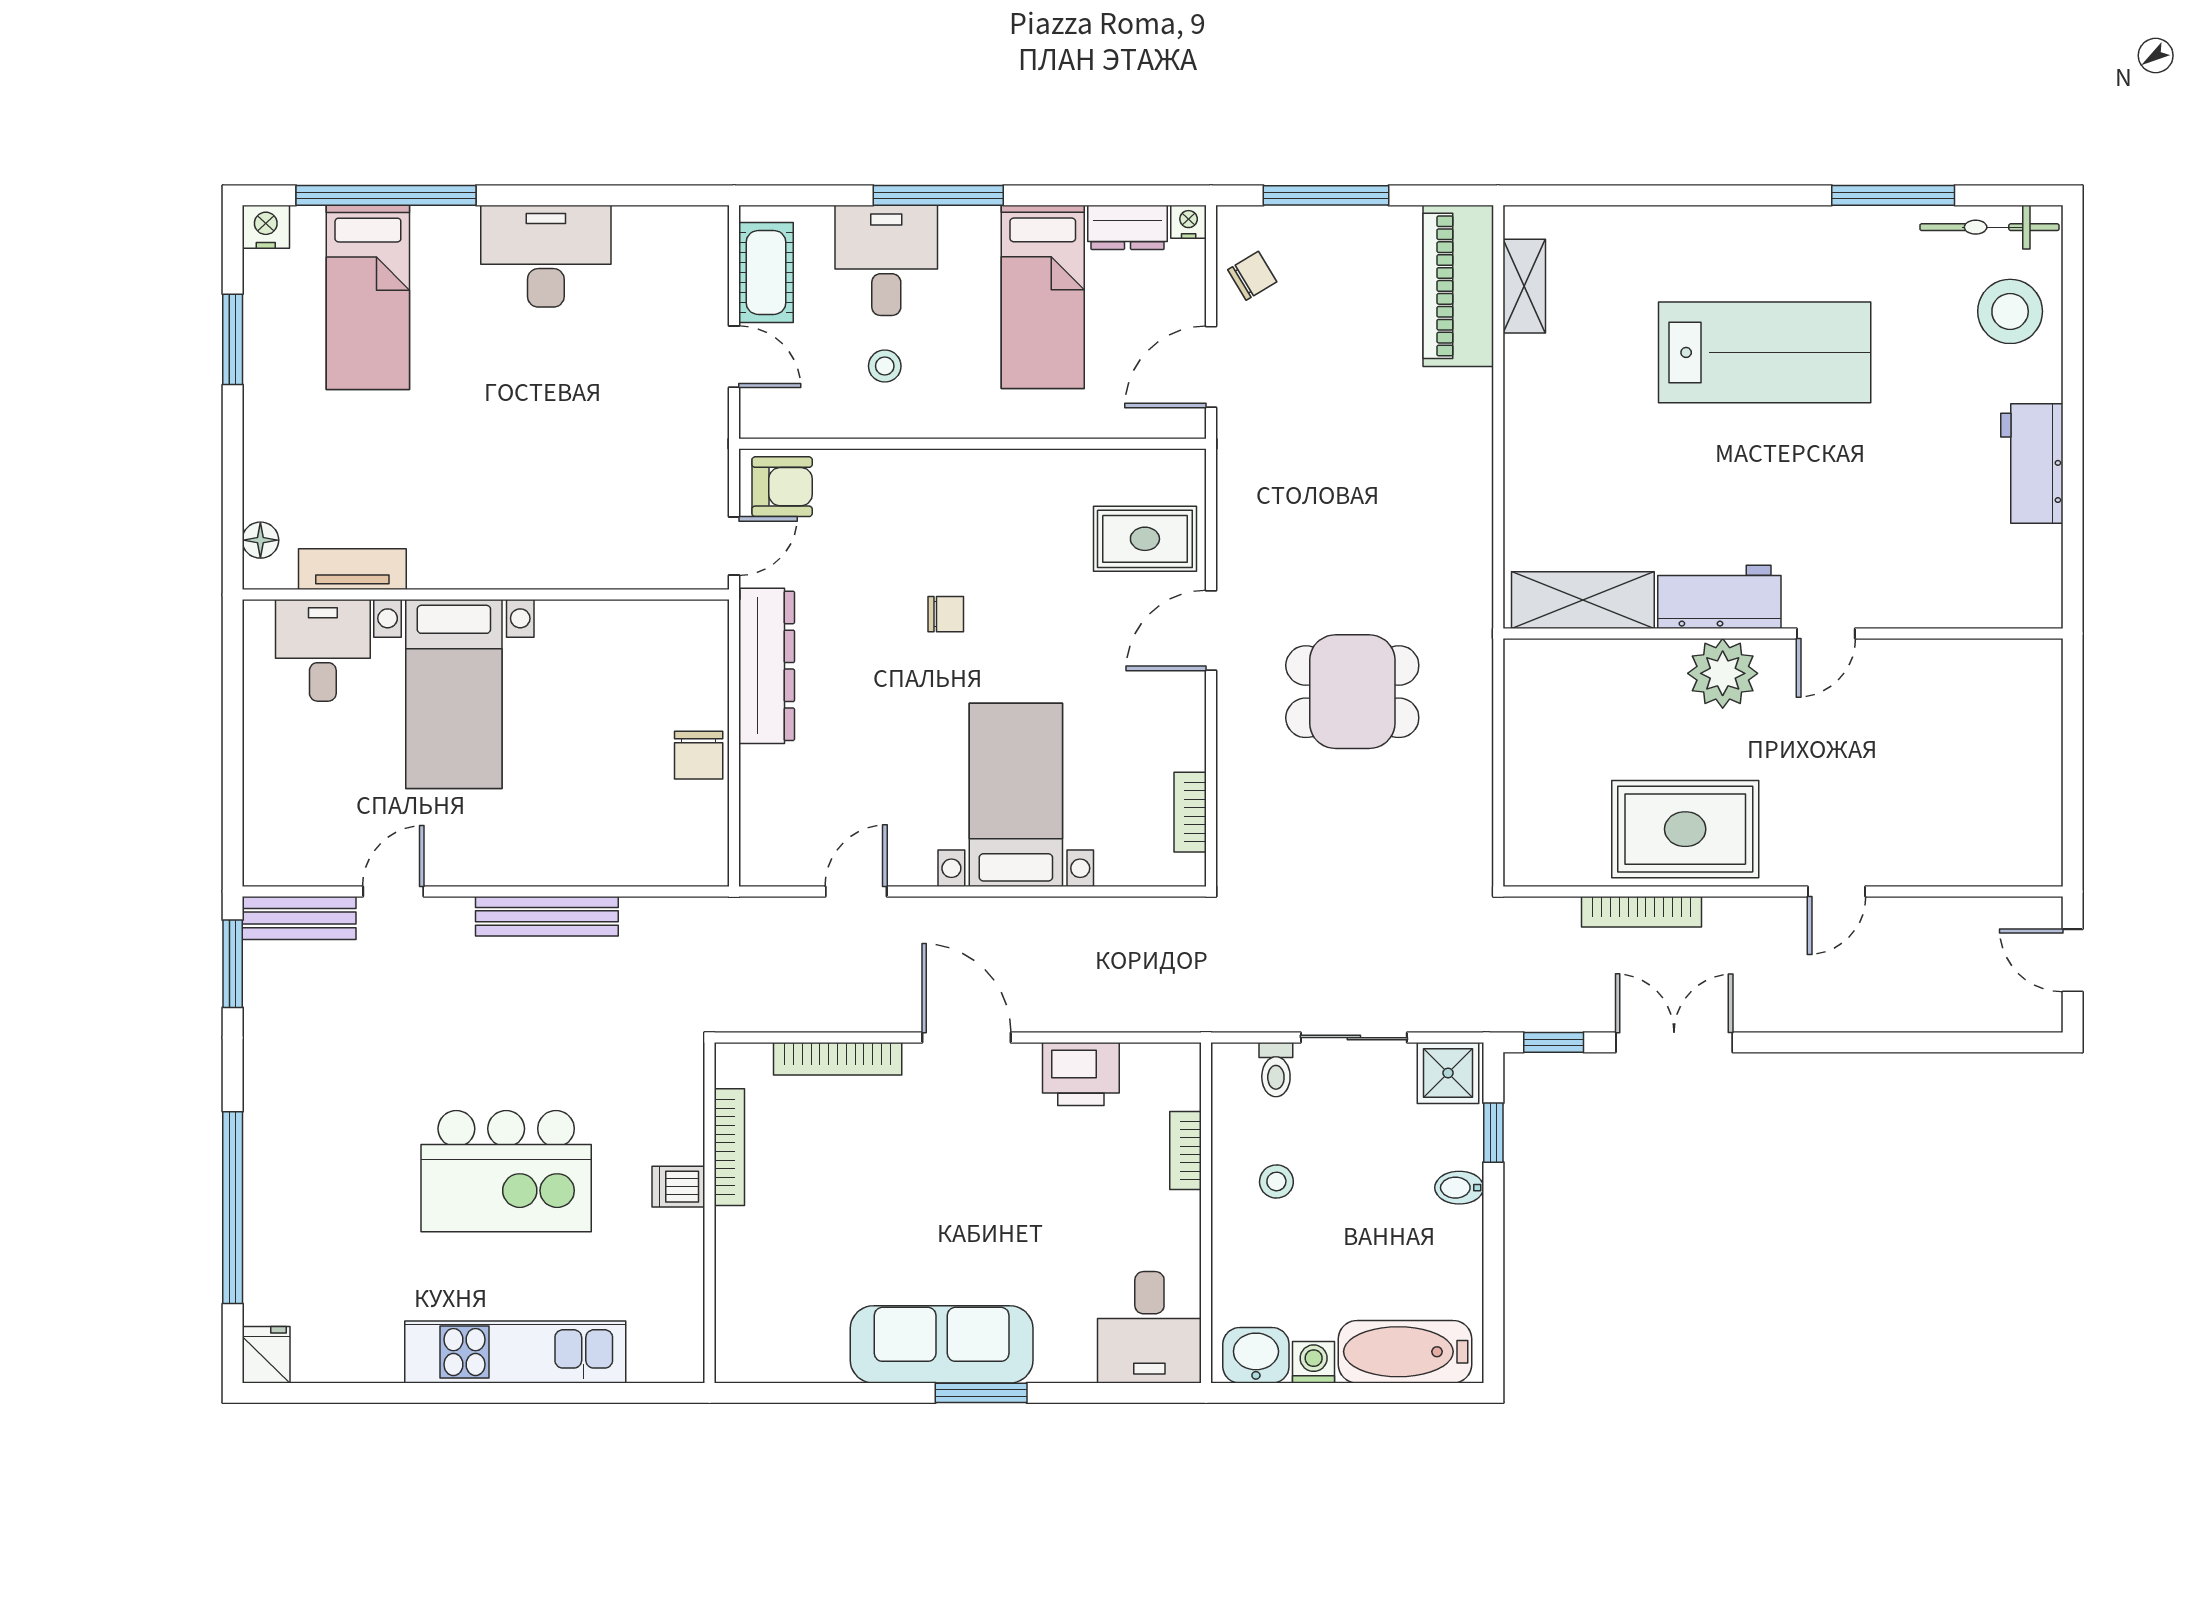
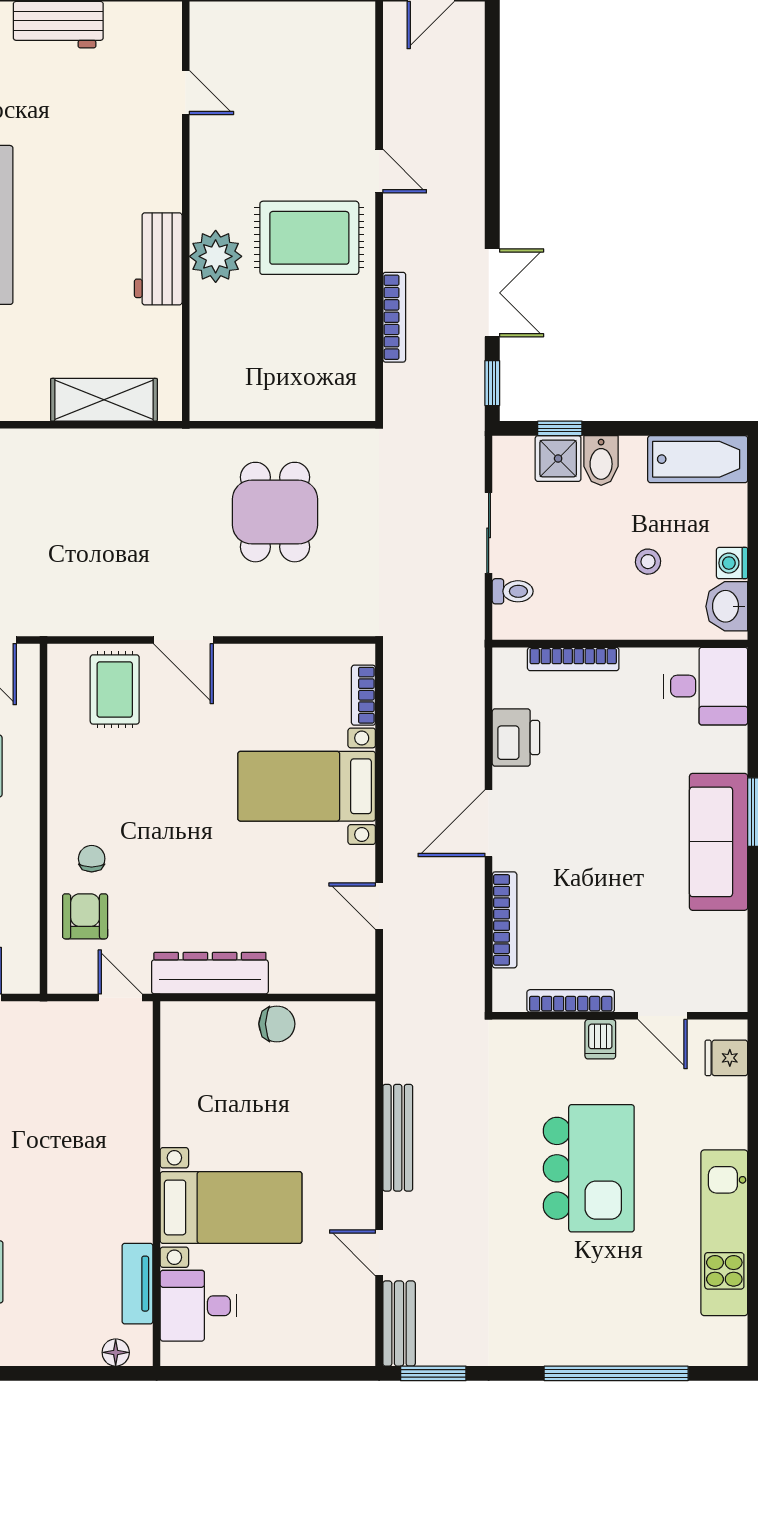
armchair: (782, 487) -> (85, 916), moved
shelving: (1583, 600) -> (104, 400), moved, turned 90
chair: (946, 614) -> (92, 859), moved
door: (1826, 634) -> (186, 92), moved
dining table: (1352, 692) -> (275, 512), moved
bookcase: (1190, 812) -> (363, 695), moved, turned 90
rug: (1685, 829) -> (309, 238), moved, turned 90
double door: (1674, 1042) -> (492, 293), swing flipped
shower: (1448, 1073) -> (558, 459), moved
bookcase: (1186, 1150) -> (573, 659), width x1.56
stool: (1276, 1181) -> (648, 562), moved
bidet: (1459, 1188) -> (601, 460), width x1.38, depth x1.36
door: (710, 1270) -> (663, 1016), added
kitchen unit: (515, 1352) -> (724, 1233), moved
bathtub: (1405, 1352) -> (698, 459), moved, turned -90
fridge: (266, 1355) -> (726, 1058), moved

